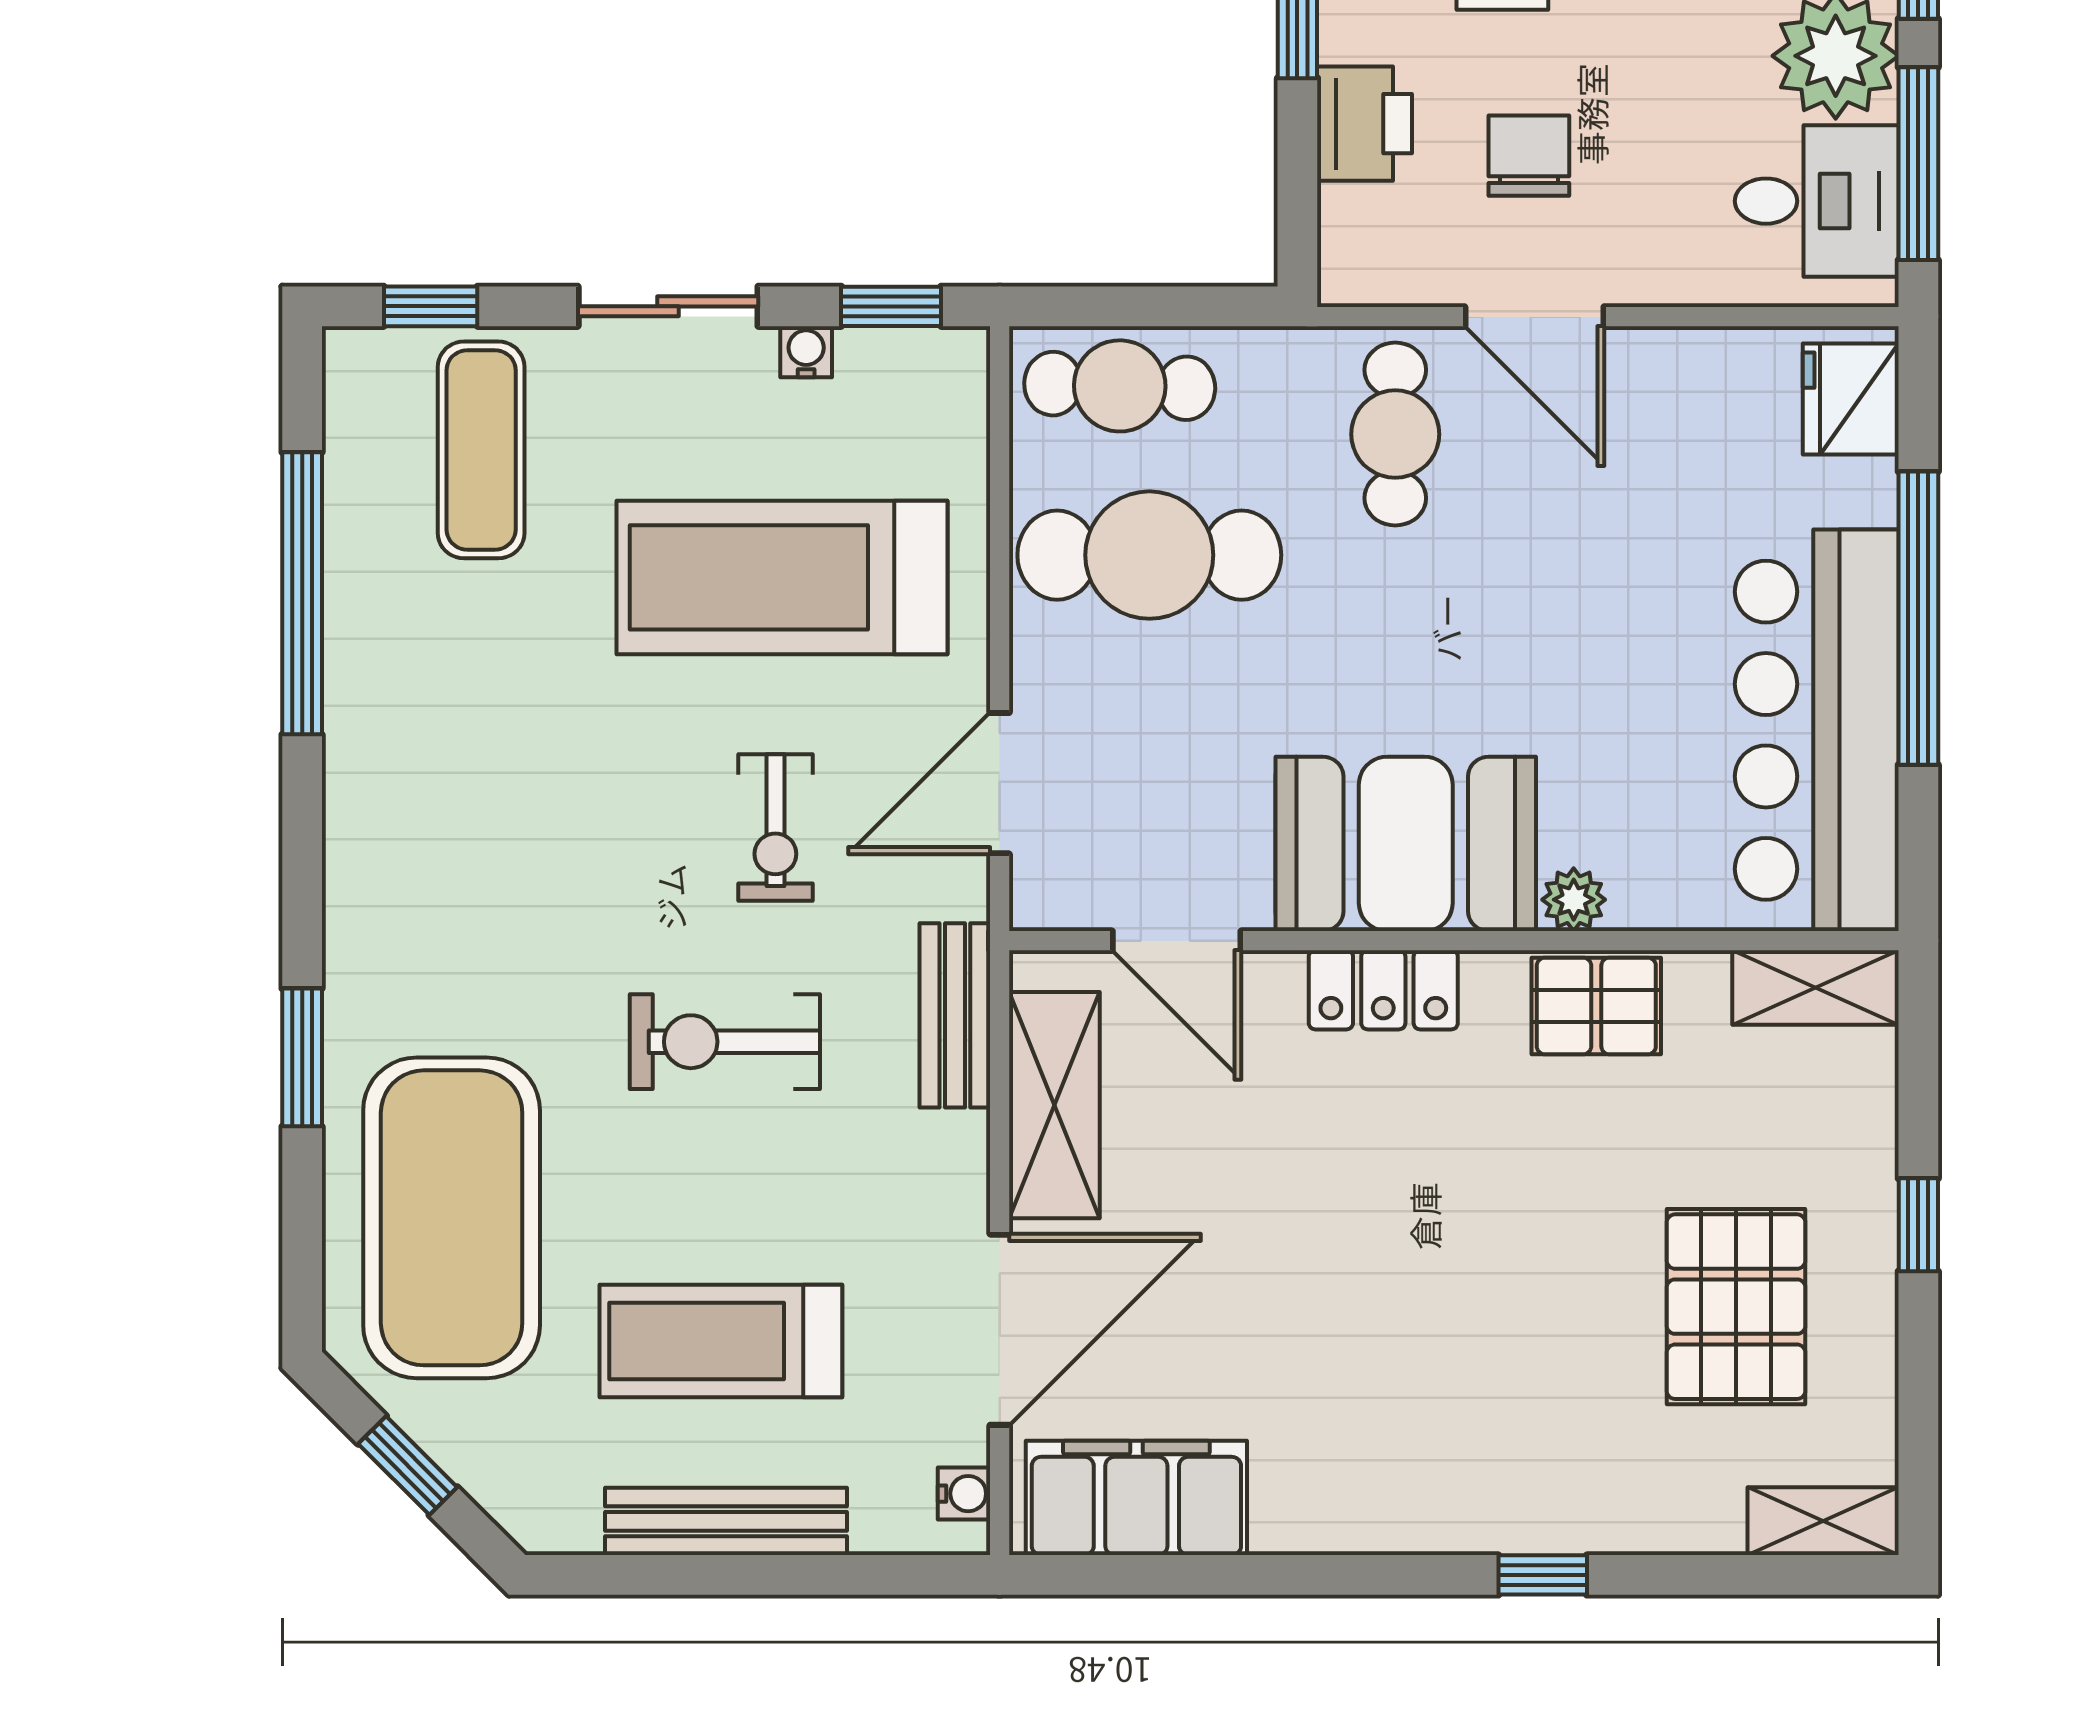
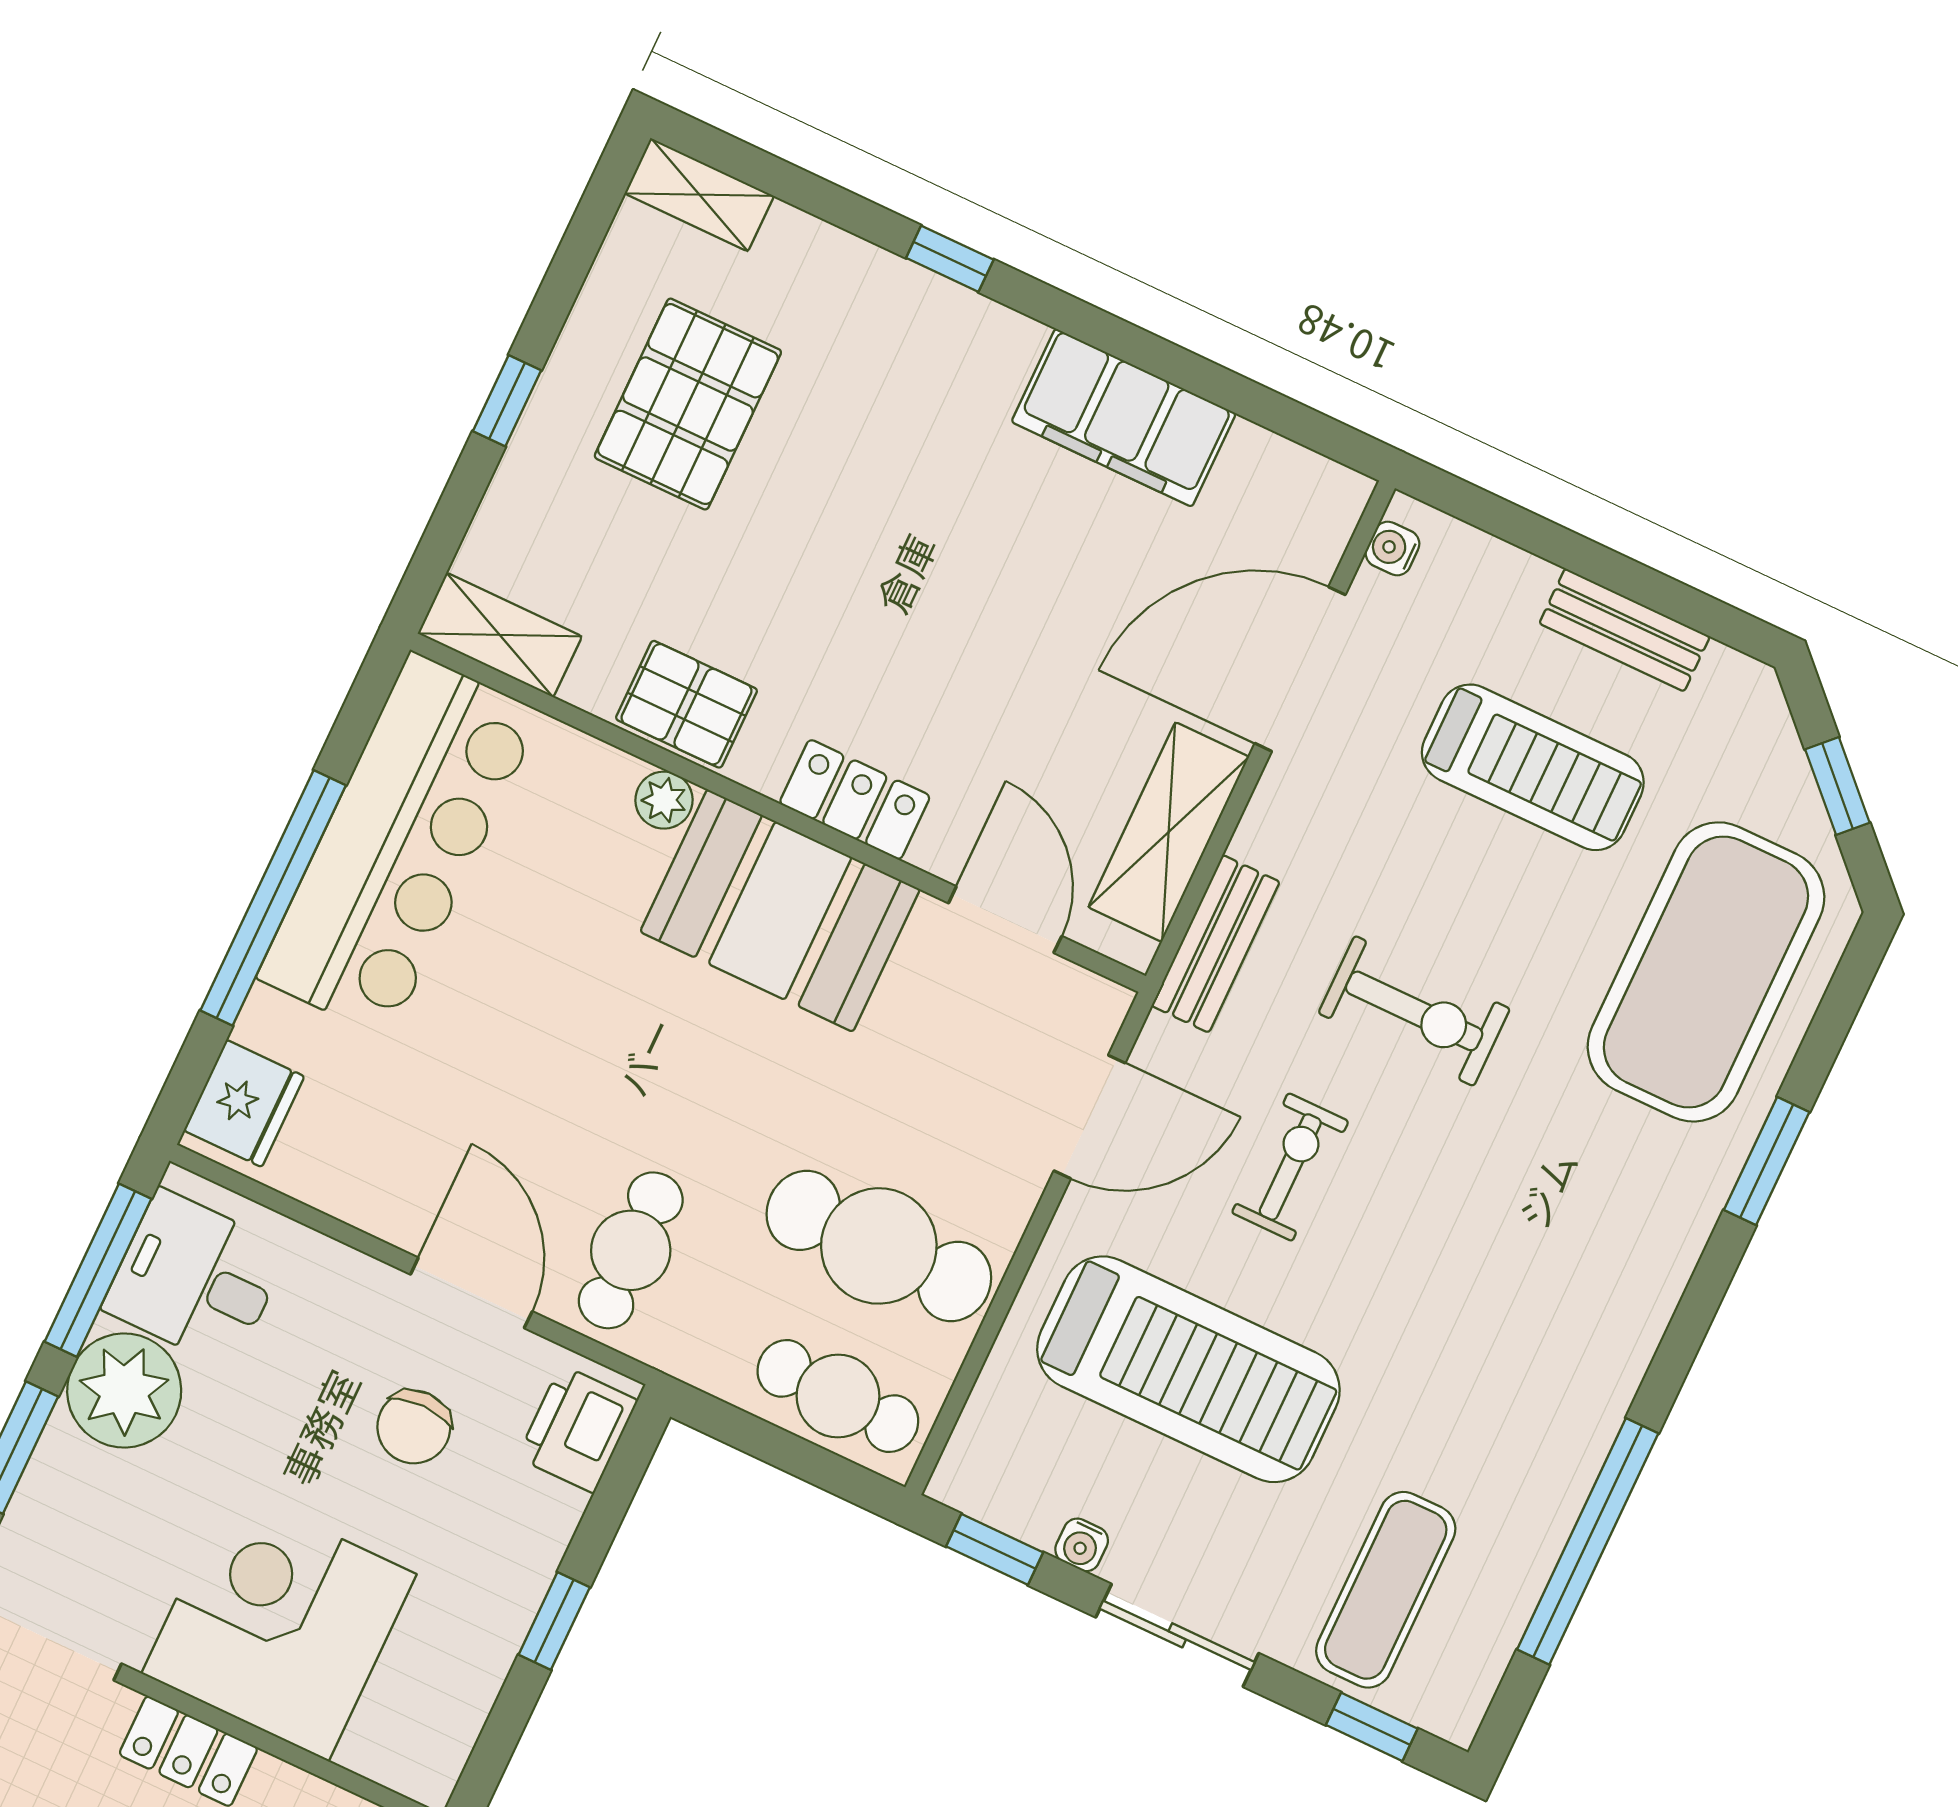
printer: (1365, 124) -> (577, 1429), moved
filing cabinet: (1136, 1498) -> (1124, 418), moved
bench: (726, 1521) -> (1625, 630), width x0.73

